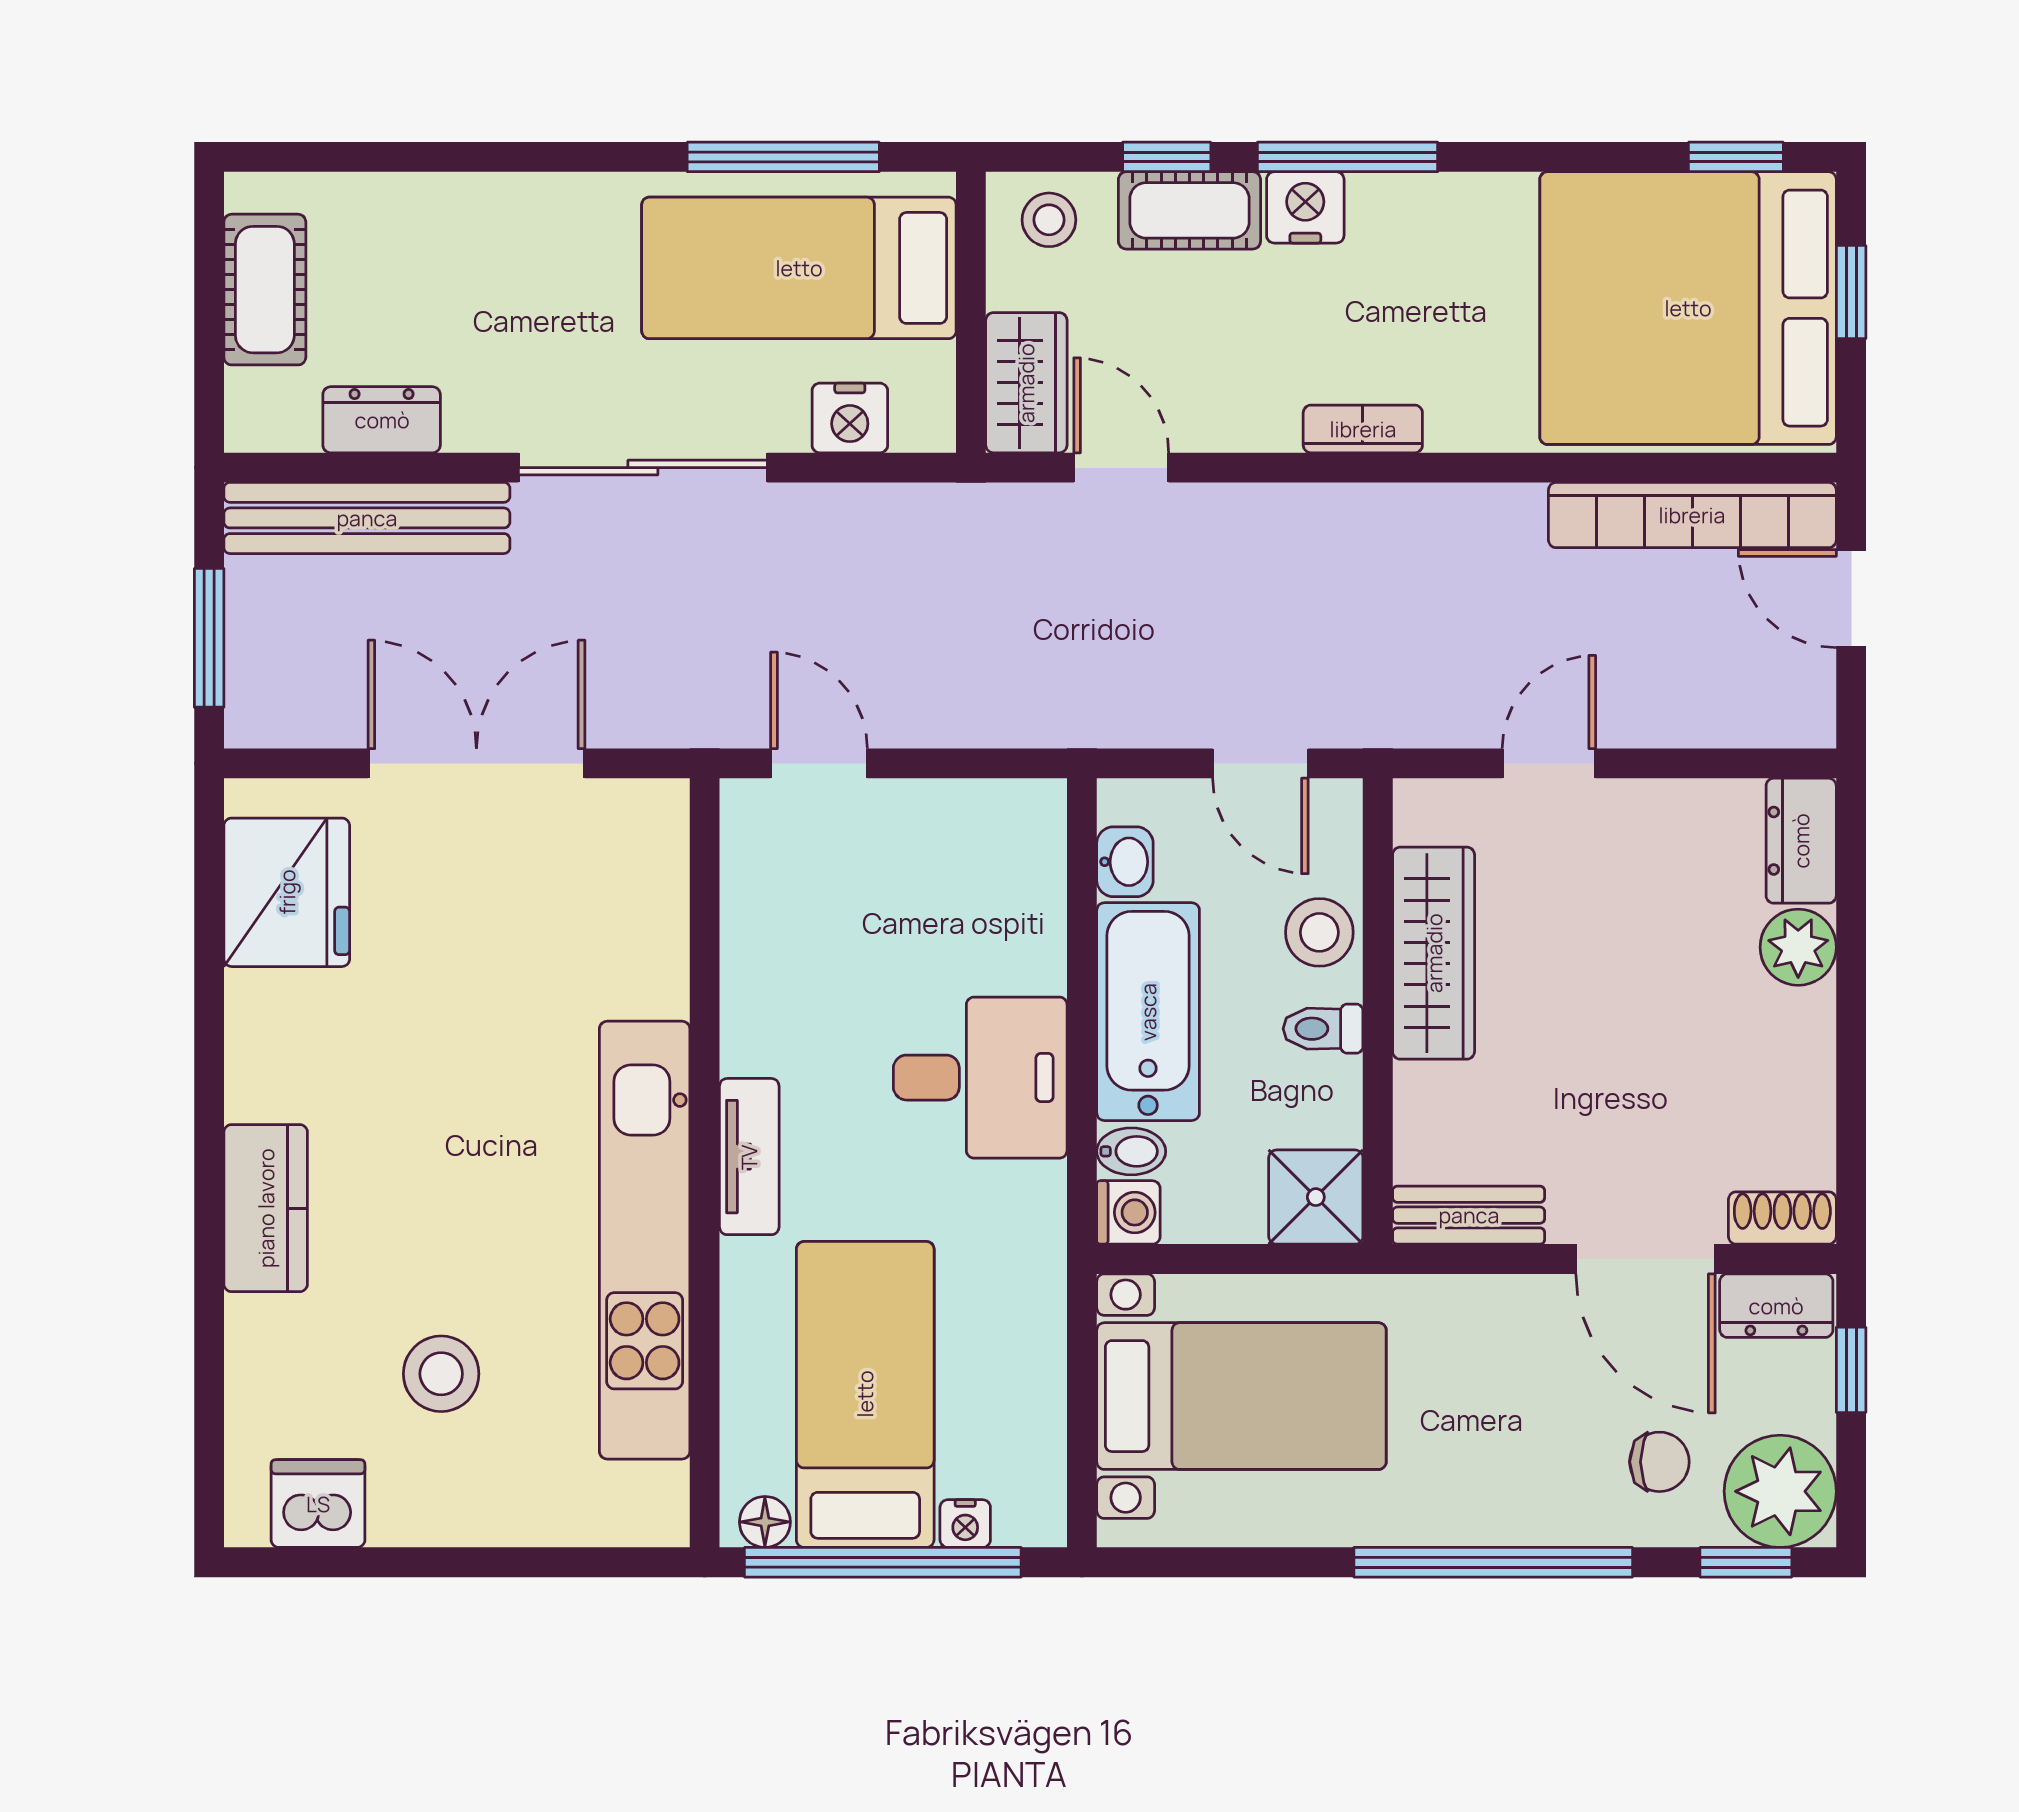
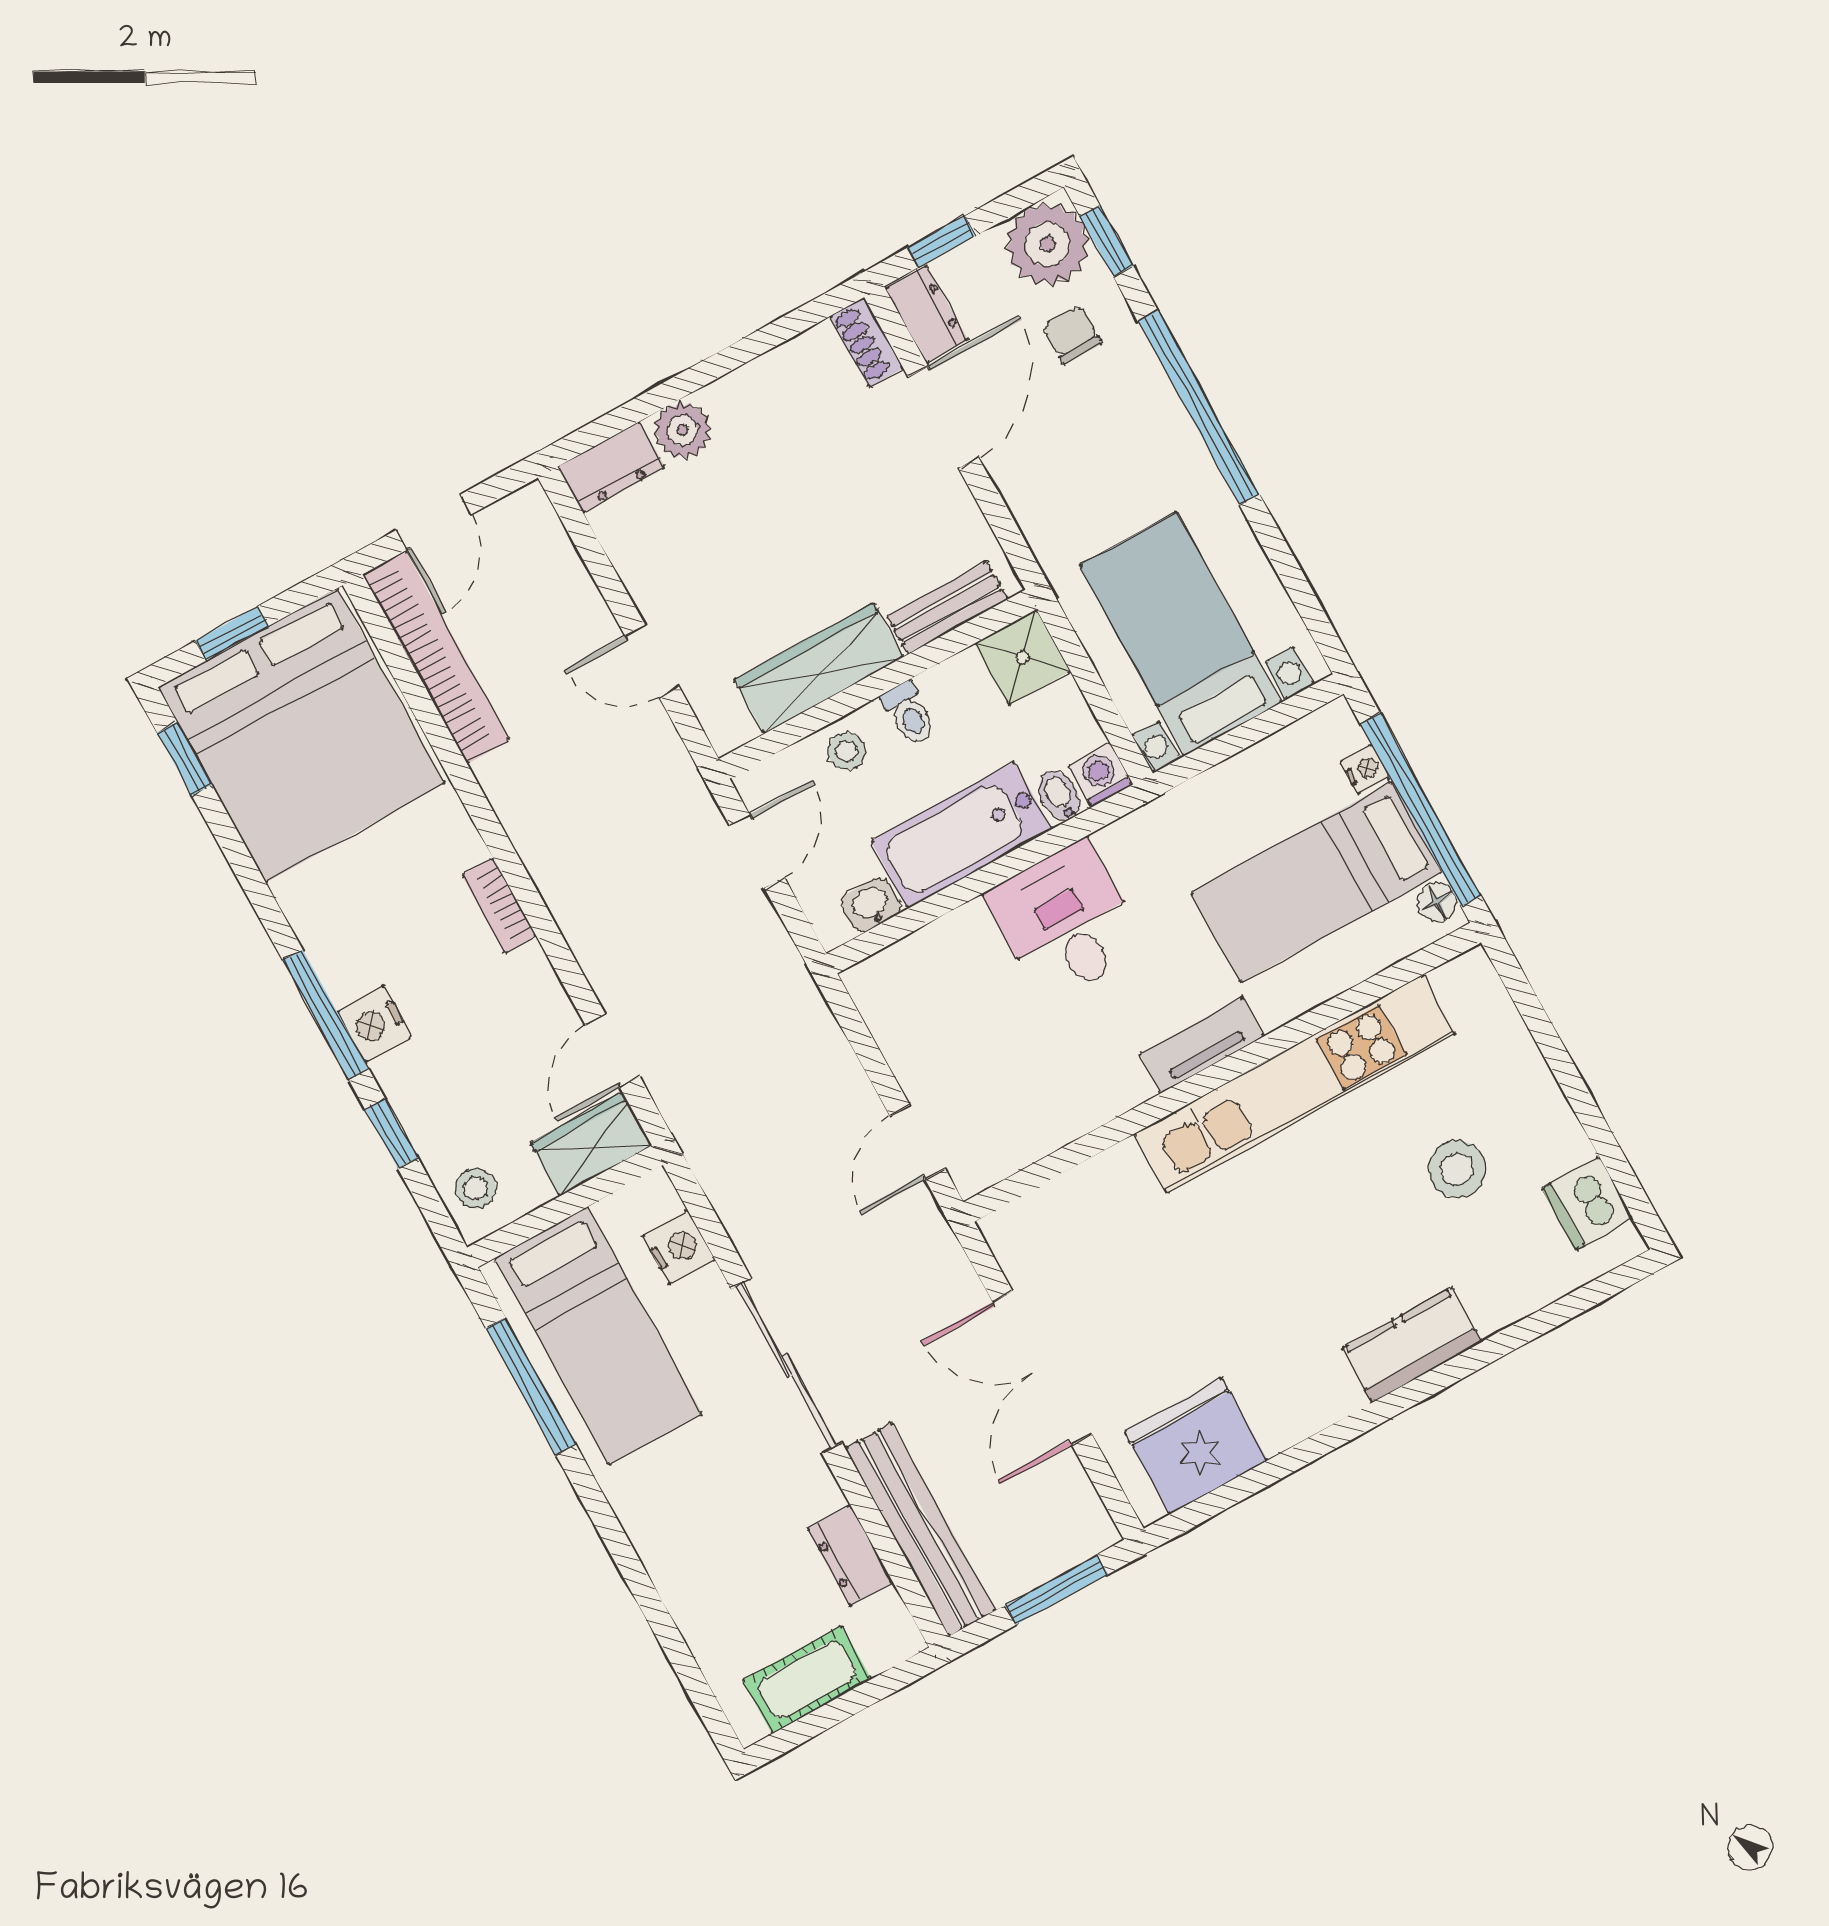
cot: (1189, 210) -> (418, 1099), removed
stool: (1319, 932) -> (847, 751), width x0.73, depth x0.73
bench: (1469, 1215) -> (947, 608), moved, turned 90

